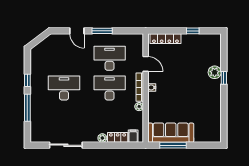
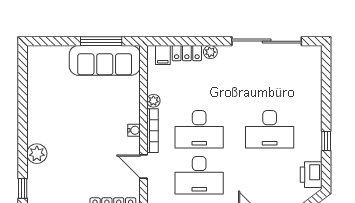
printer: (37, 59) -> (311, 175), added
window: (224, 78) -> (23, 188), moved
window: (27, 108) -> (326, 99), removed
sliding door: (66, 145) -> (267, 41), width x1.36

